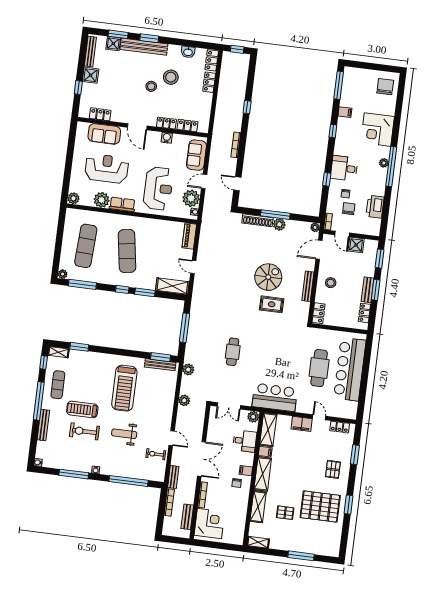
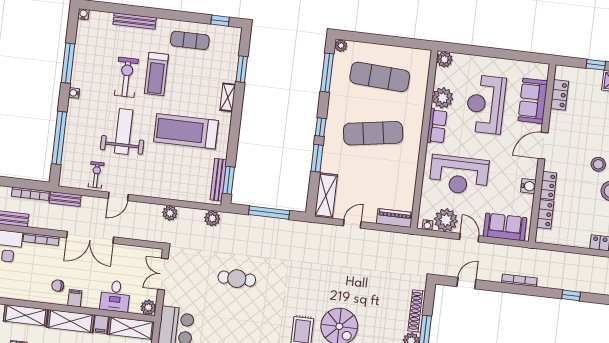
reception desk: (107, 168) -> (486, 104), turned 180
shelving: (58, 352) -> (228, 97), moved
window: (39, 401) -> (167, 14), removed
treadmill: (82, 409) -> (156, 74), turned 180
weight bench: (124, 434) -> (124, 131), width x1.36, depth x1.33

